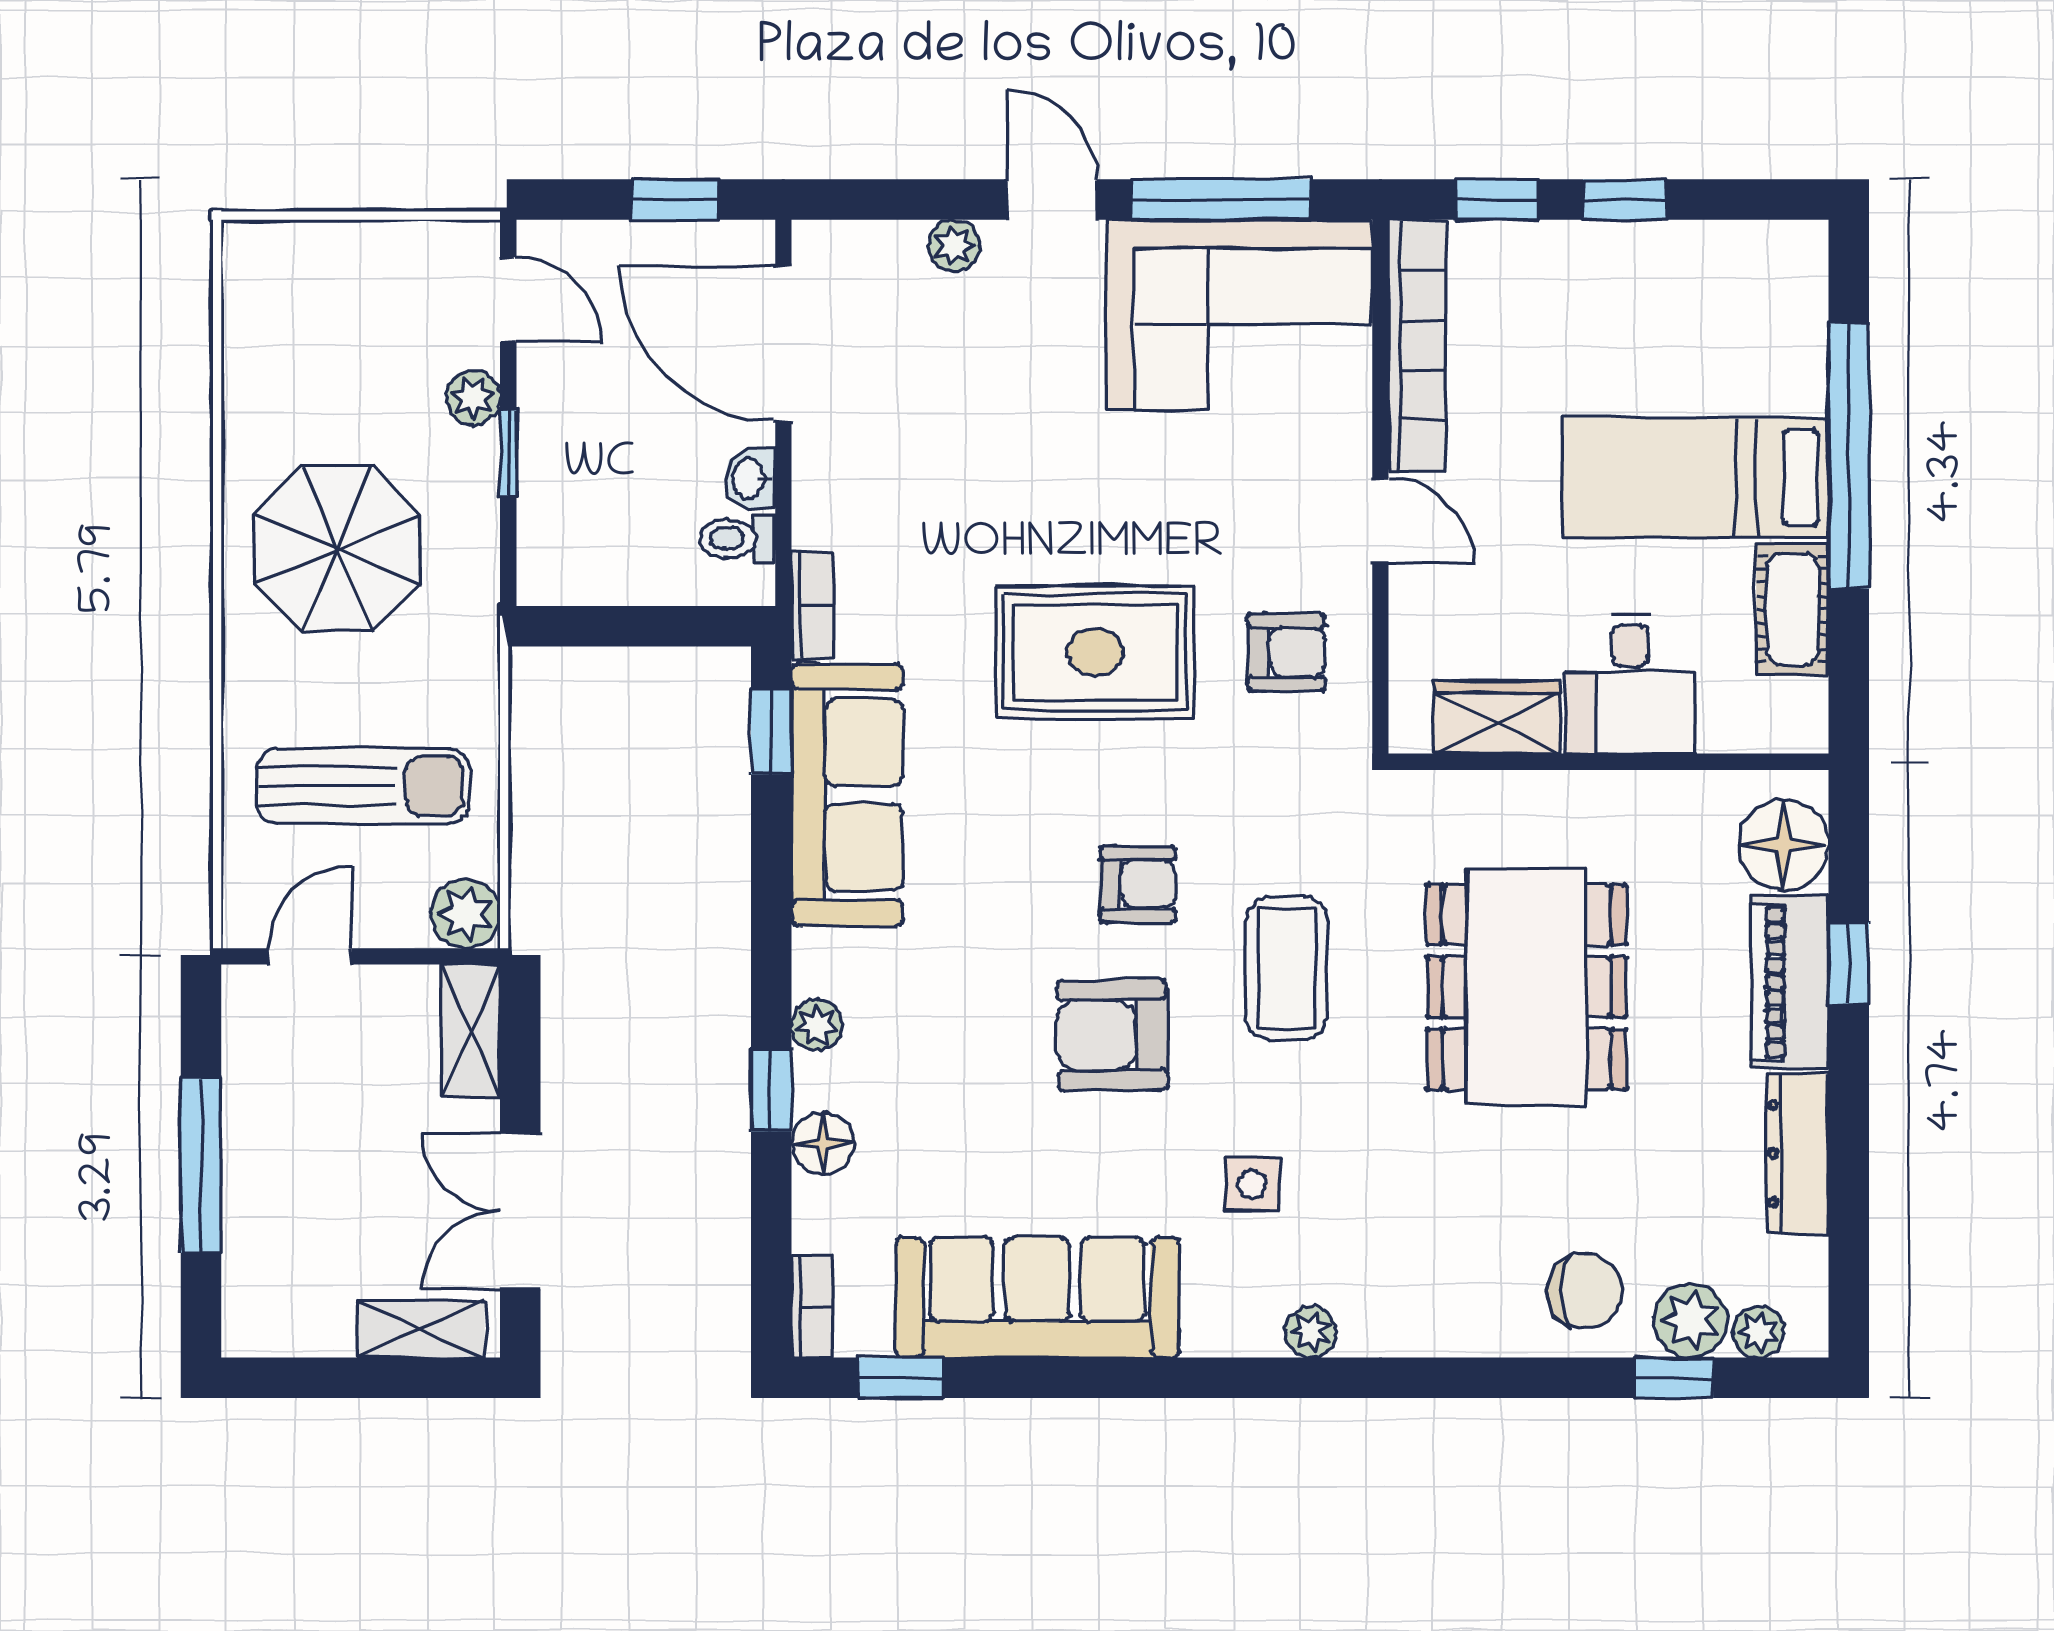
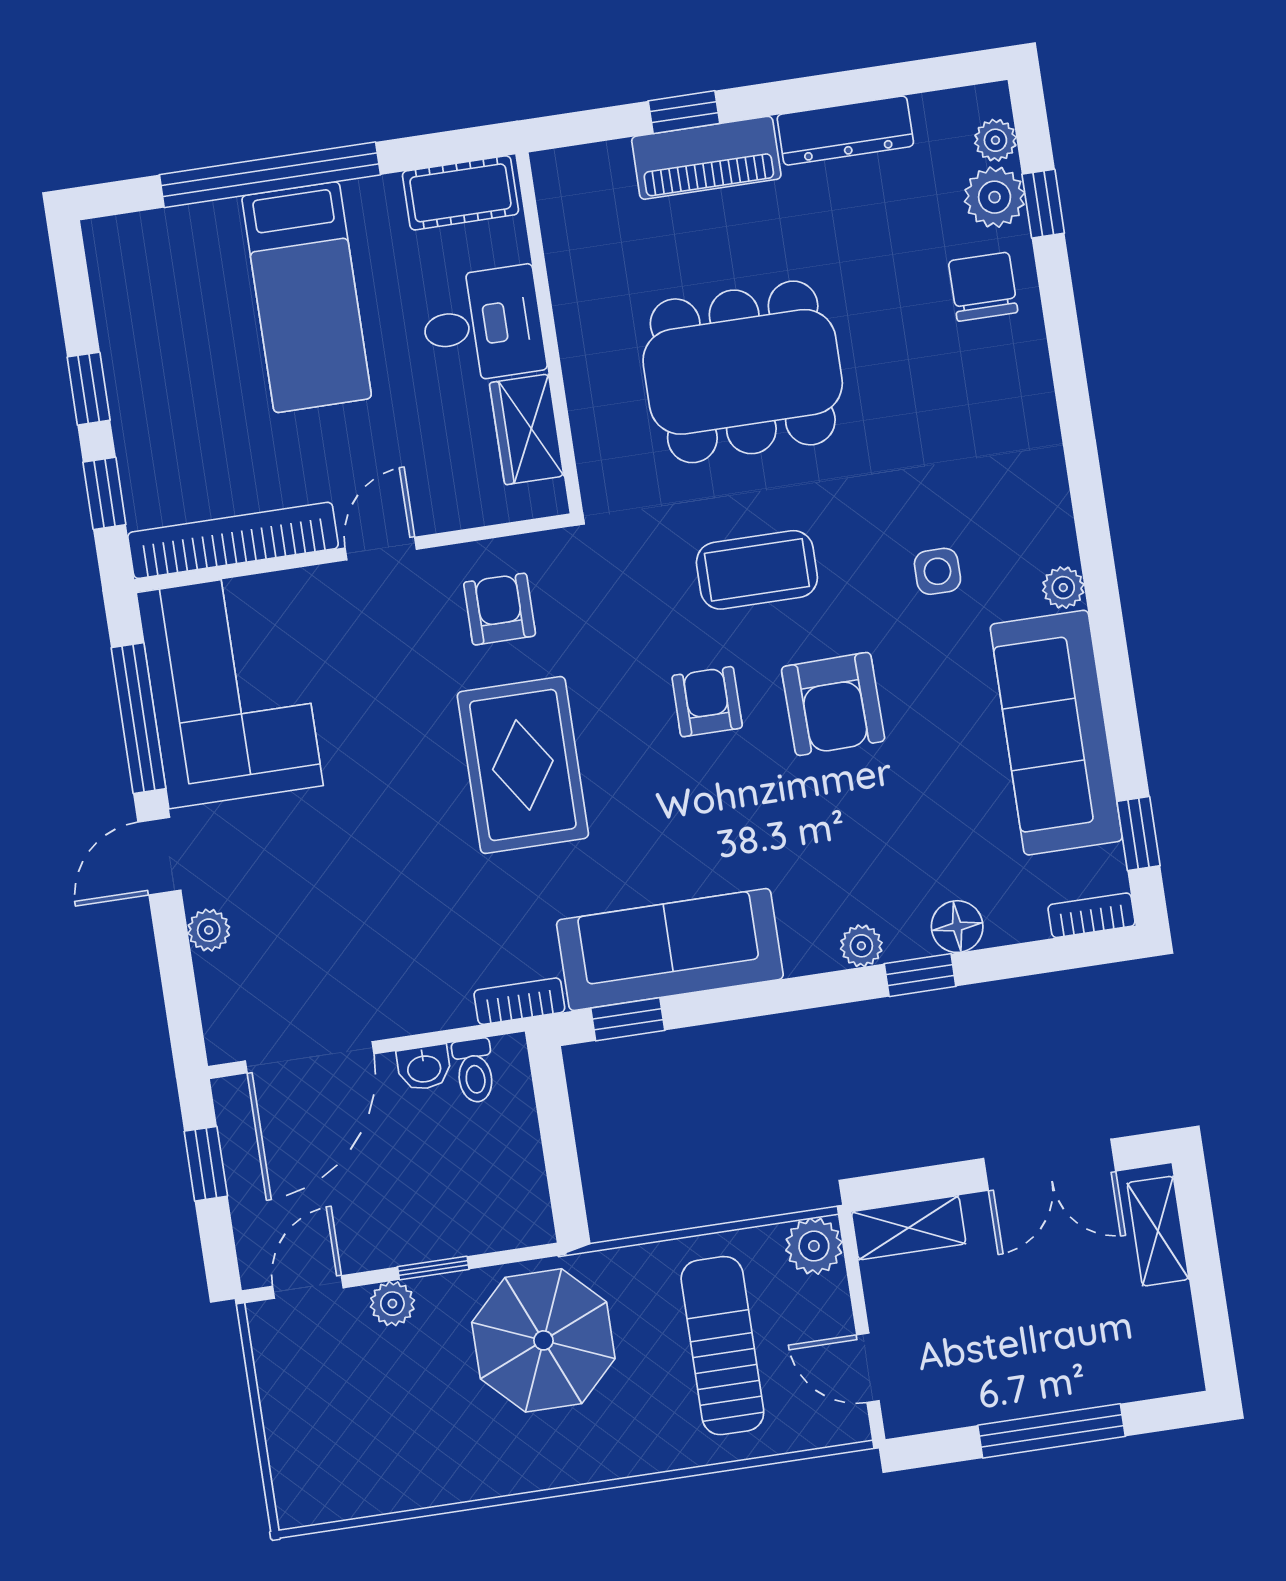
parasol: (337, 549) -> (543, 1340), moved
cot: (1792, 609) -> (460, 193), moved
floor lamp: (1784, 845) -> (595, 180), removed
plant: (1311, 1332) -> (1063, 588), moved

